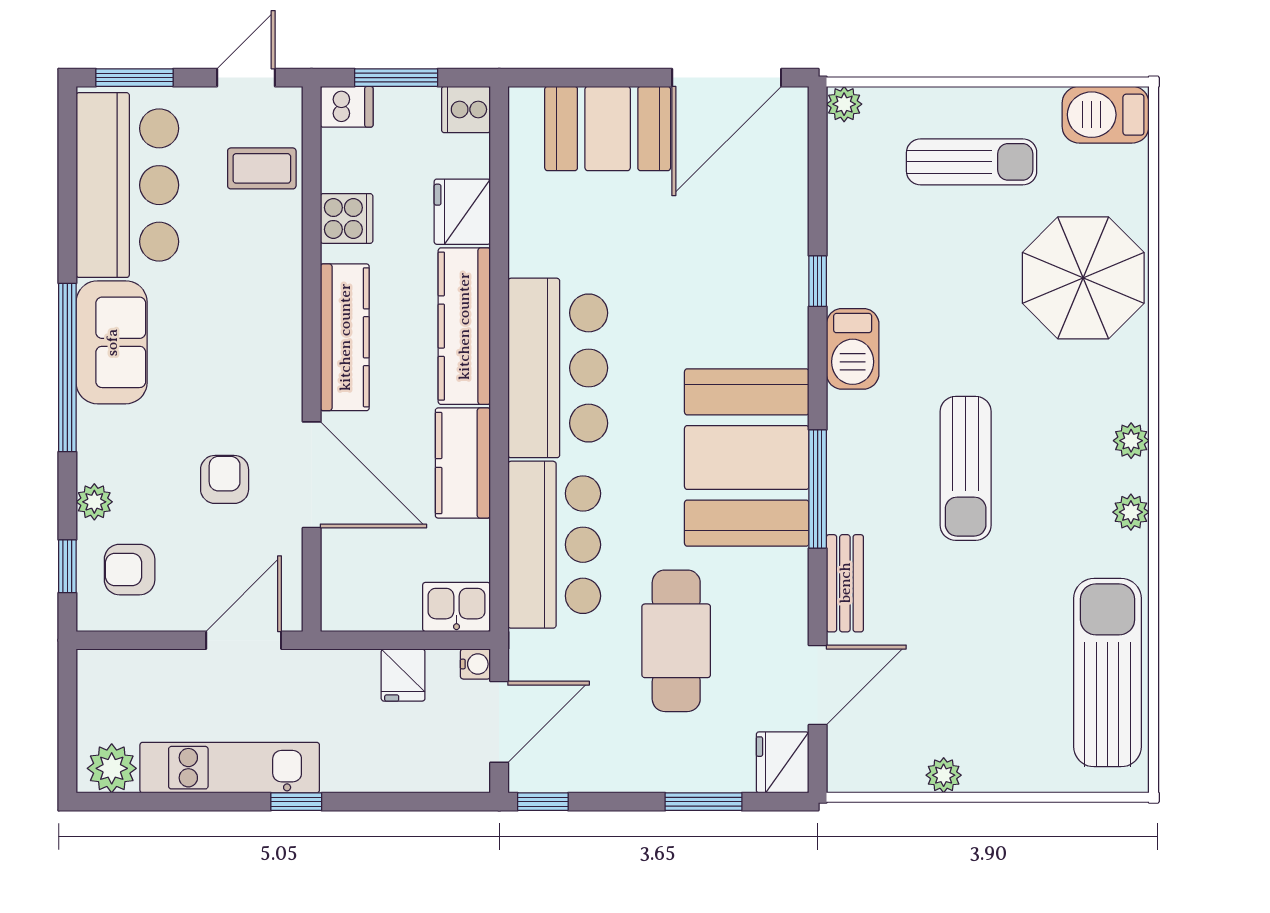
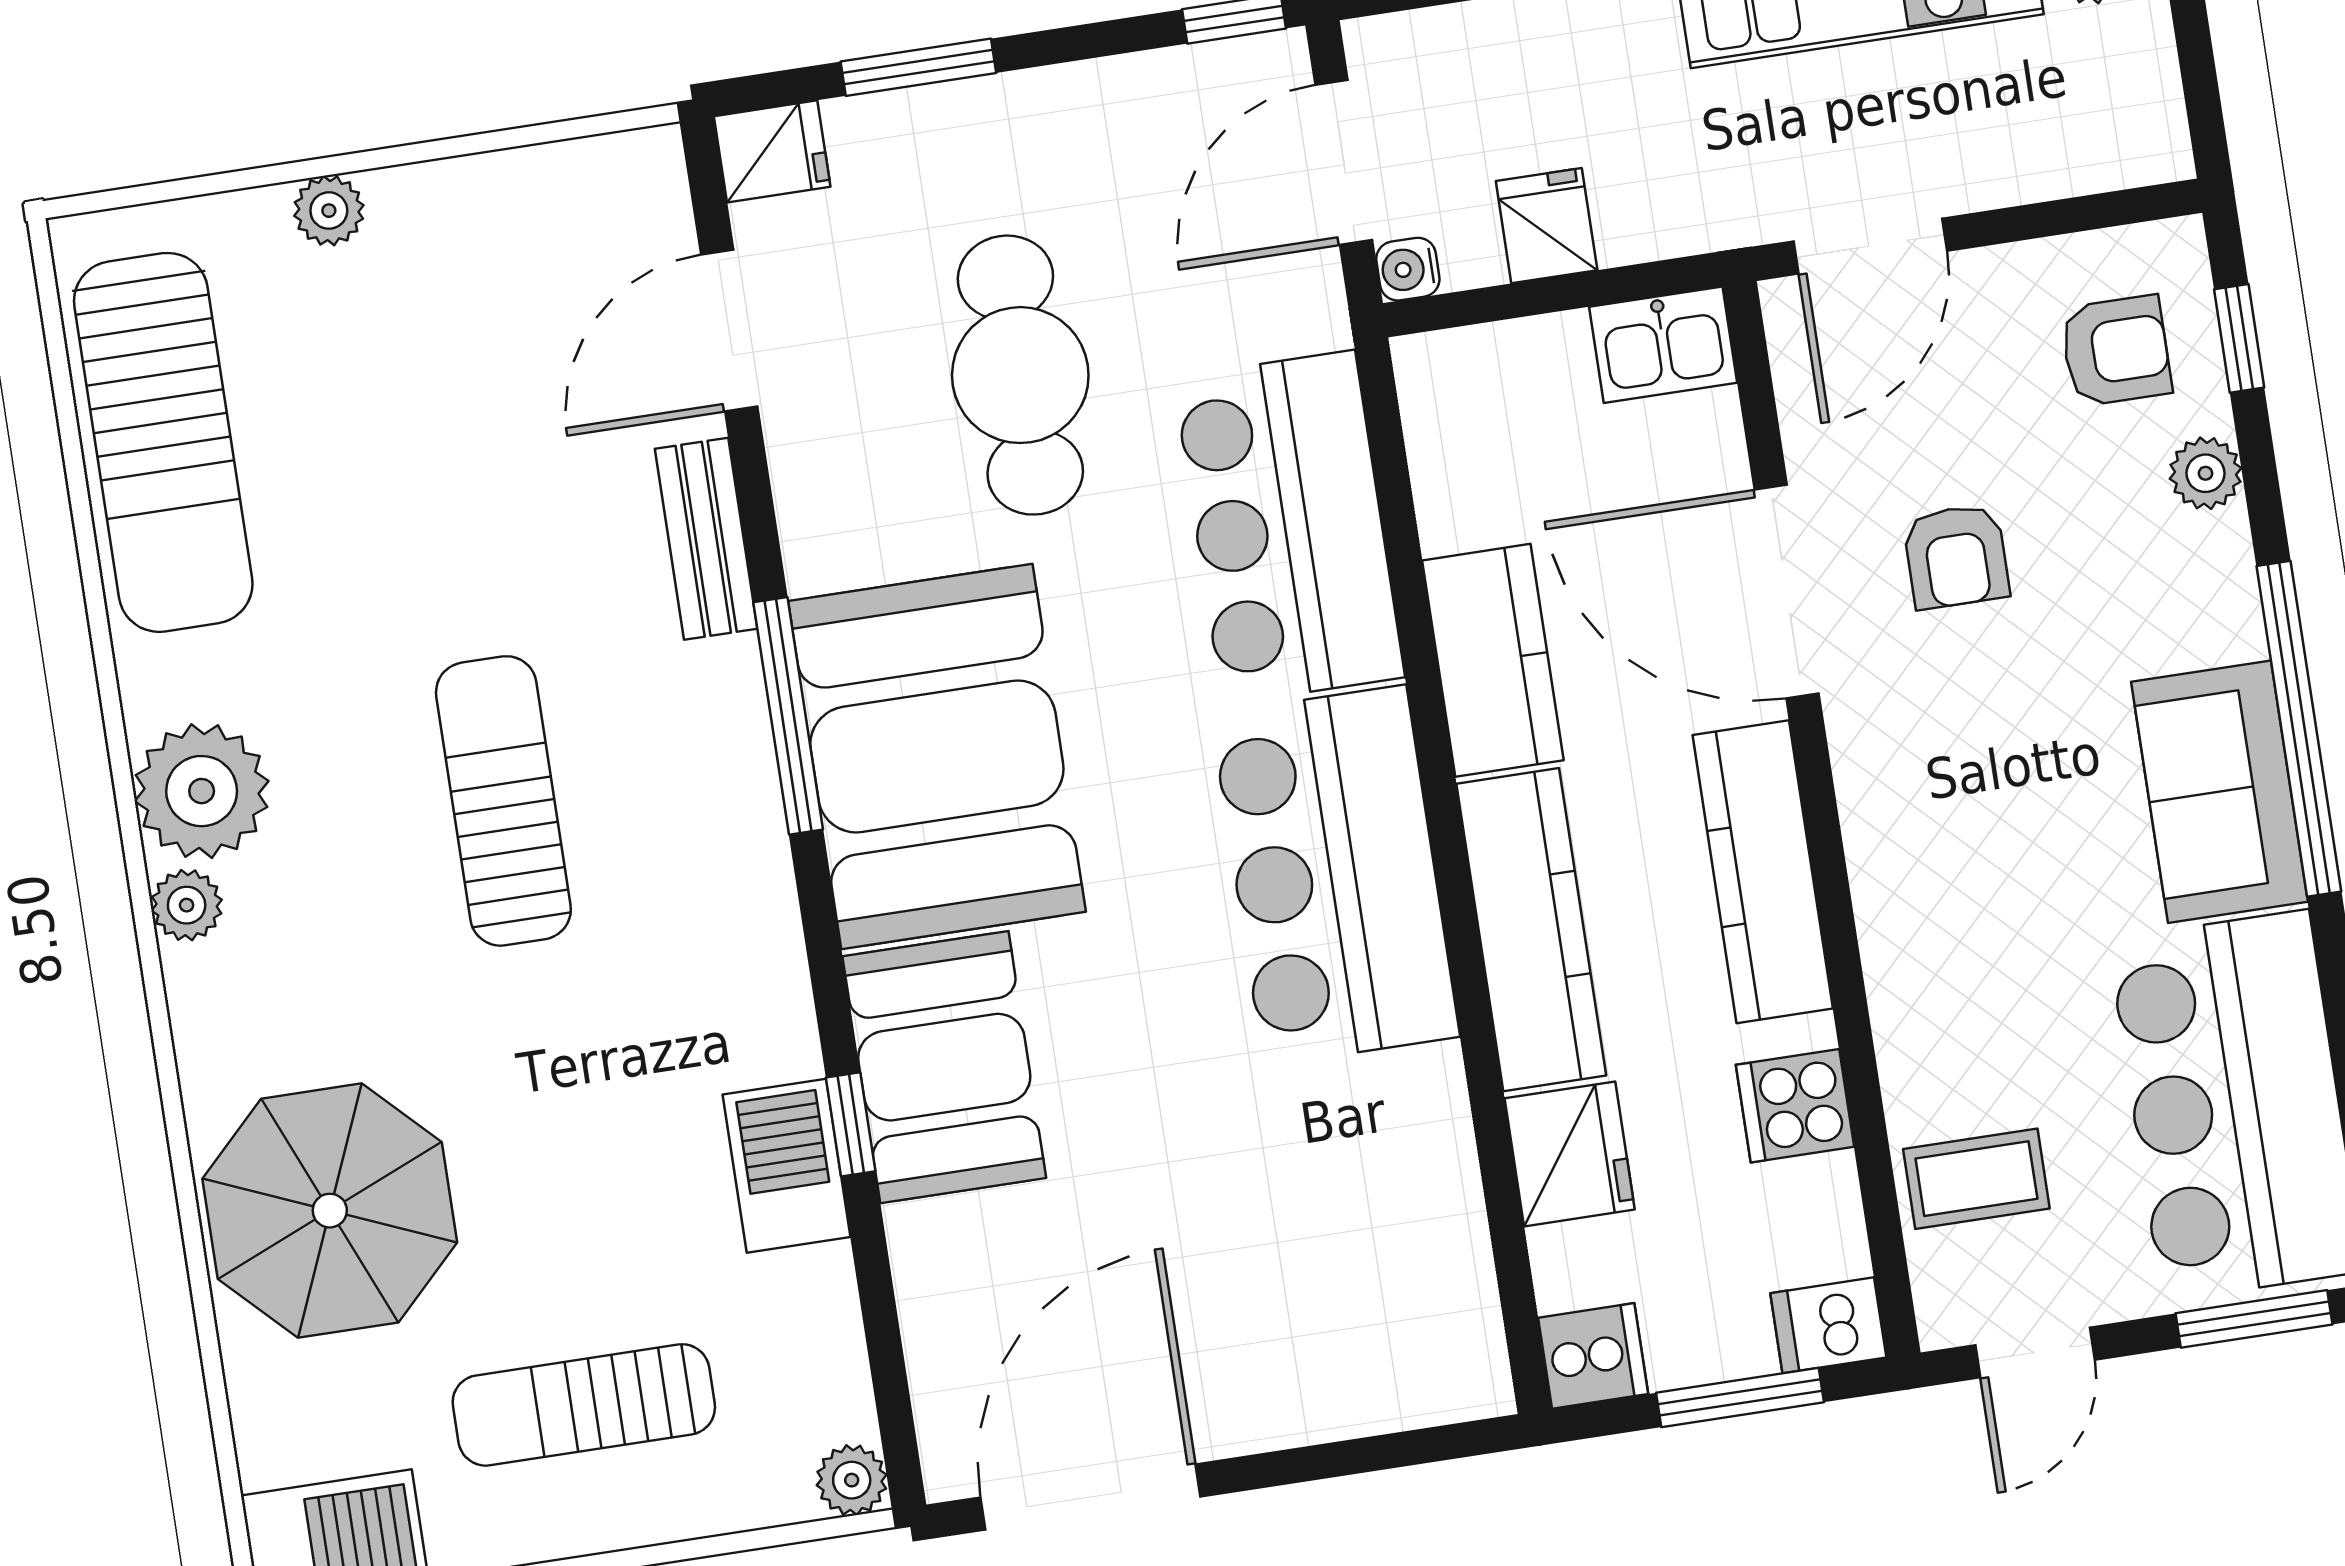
booth: (608, 128) -> (944, 1067), moved, turned 90
barbecue: (853, 349) -> (786, 1166), moved
plant: (1131, 512) -> (202, 791), width x1.88, depth x1.88
kitchen sink: (457, 607) -> (1663, 345), moved
fridge: (783, 762) -> (772, 151), width x0.72
plant: (944, 775) -> (329, 211), moved

